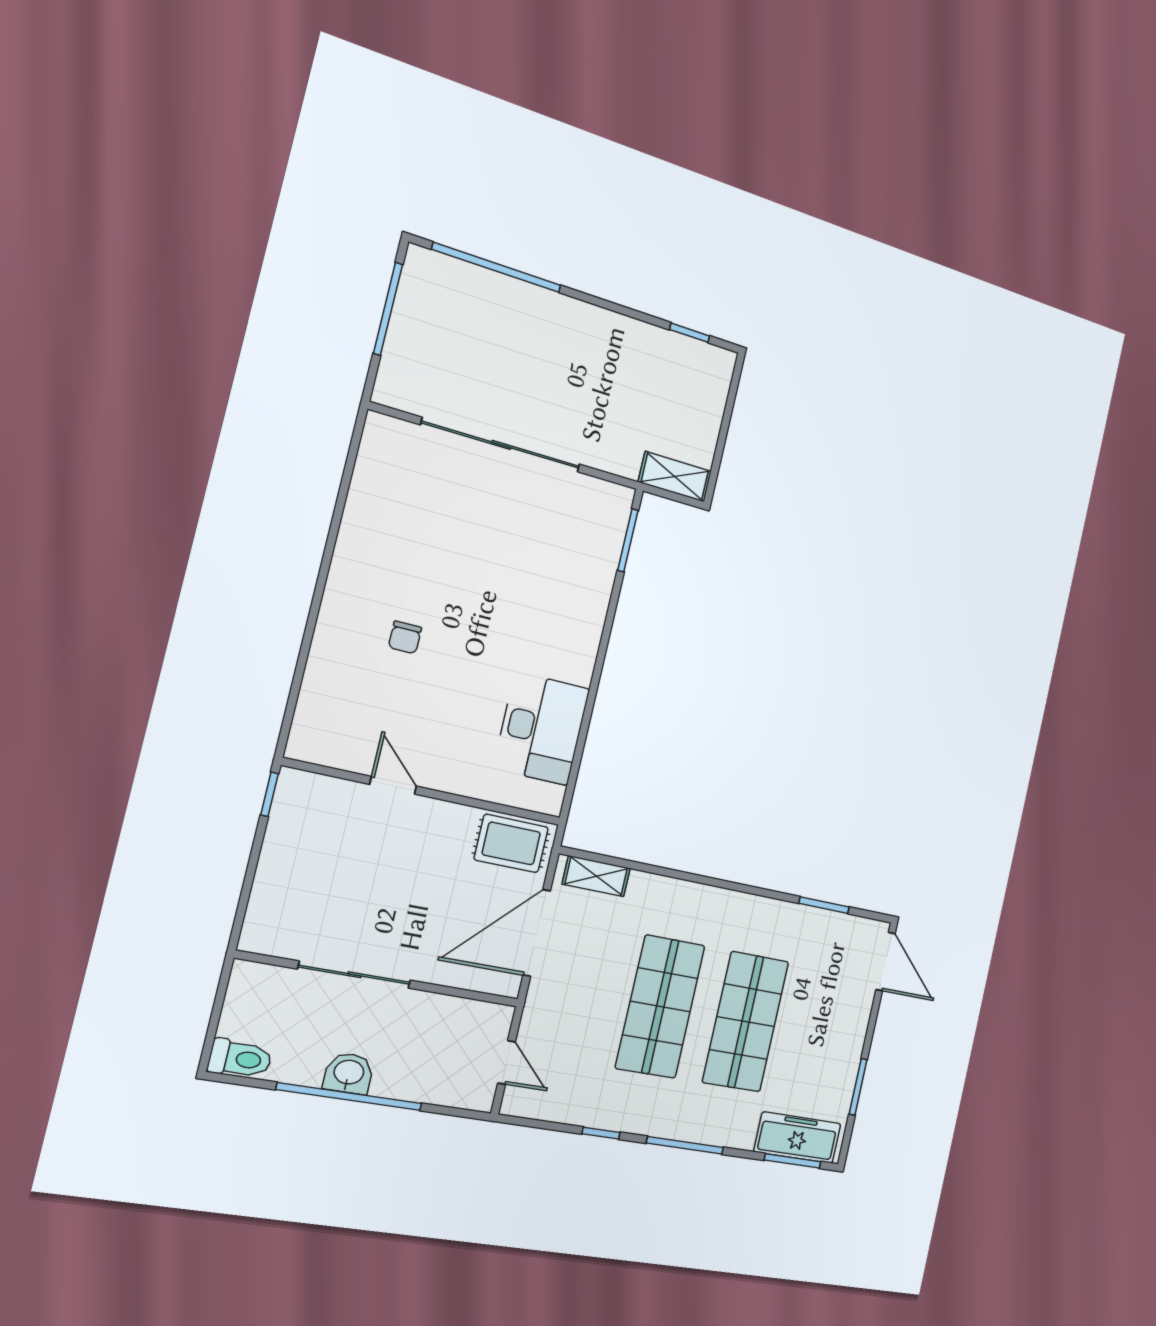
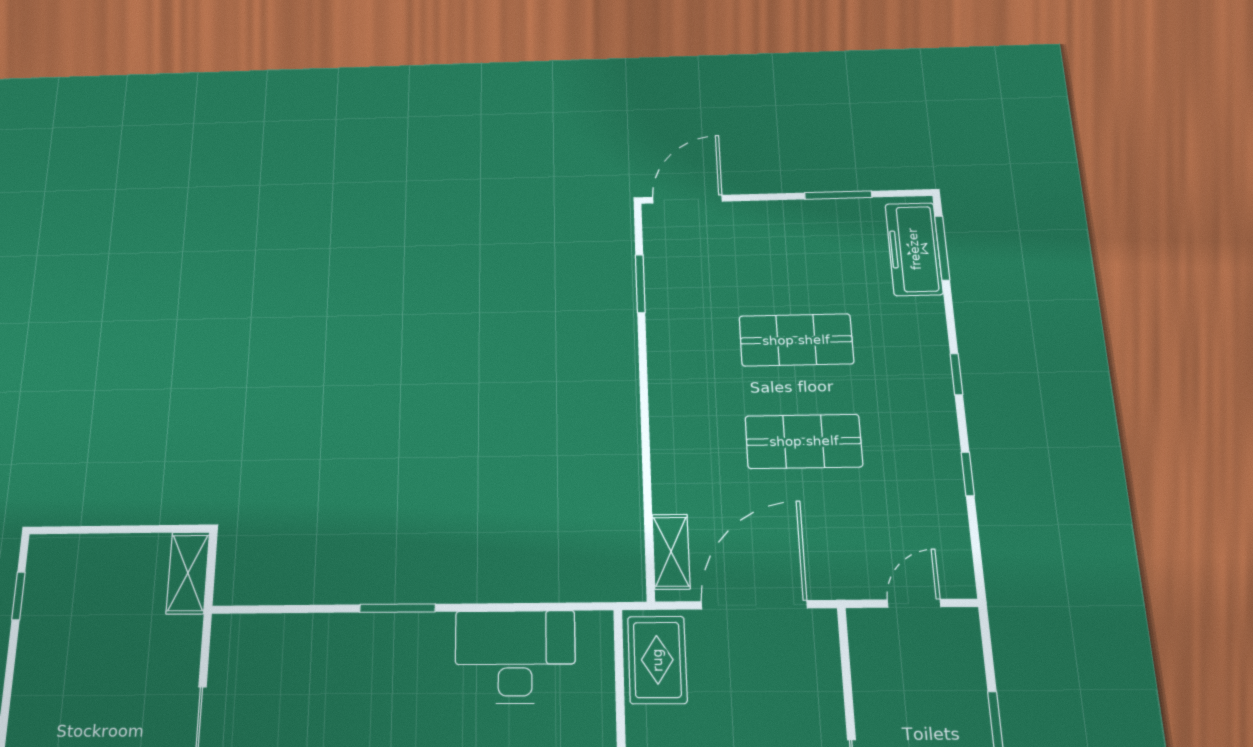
window: (628, 540) -> (397, 608), moved
door: (537, 933) -> (754, 605), swing flipped
shop shelf: (660, 1007) -> (804, 441), width x0.70, depth x0.74
shop shelf: (746, 1022) -> (796, 340), width x0.70, depth x0.74
window: (685, 1145) -> (956, 374), width x0.46

